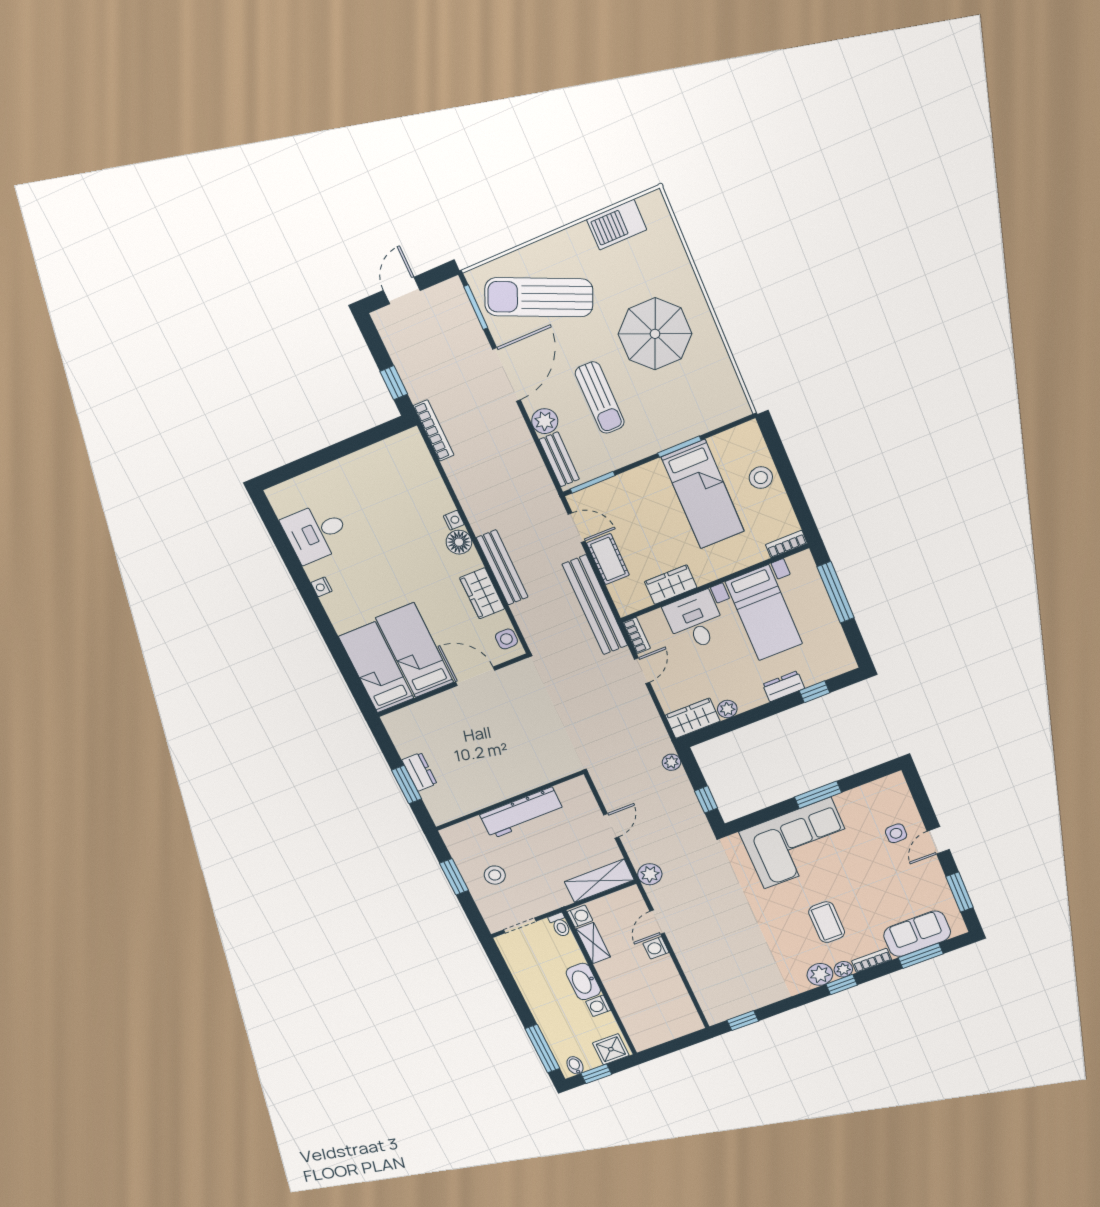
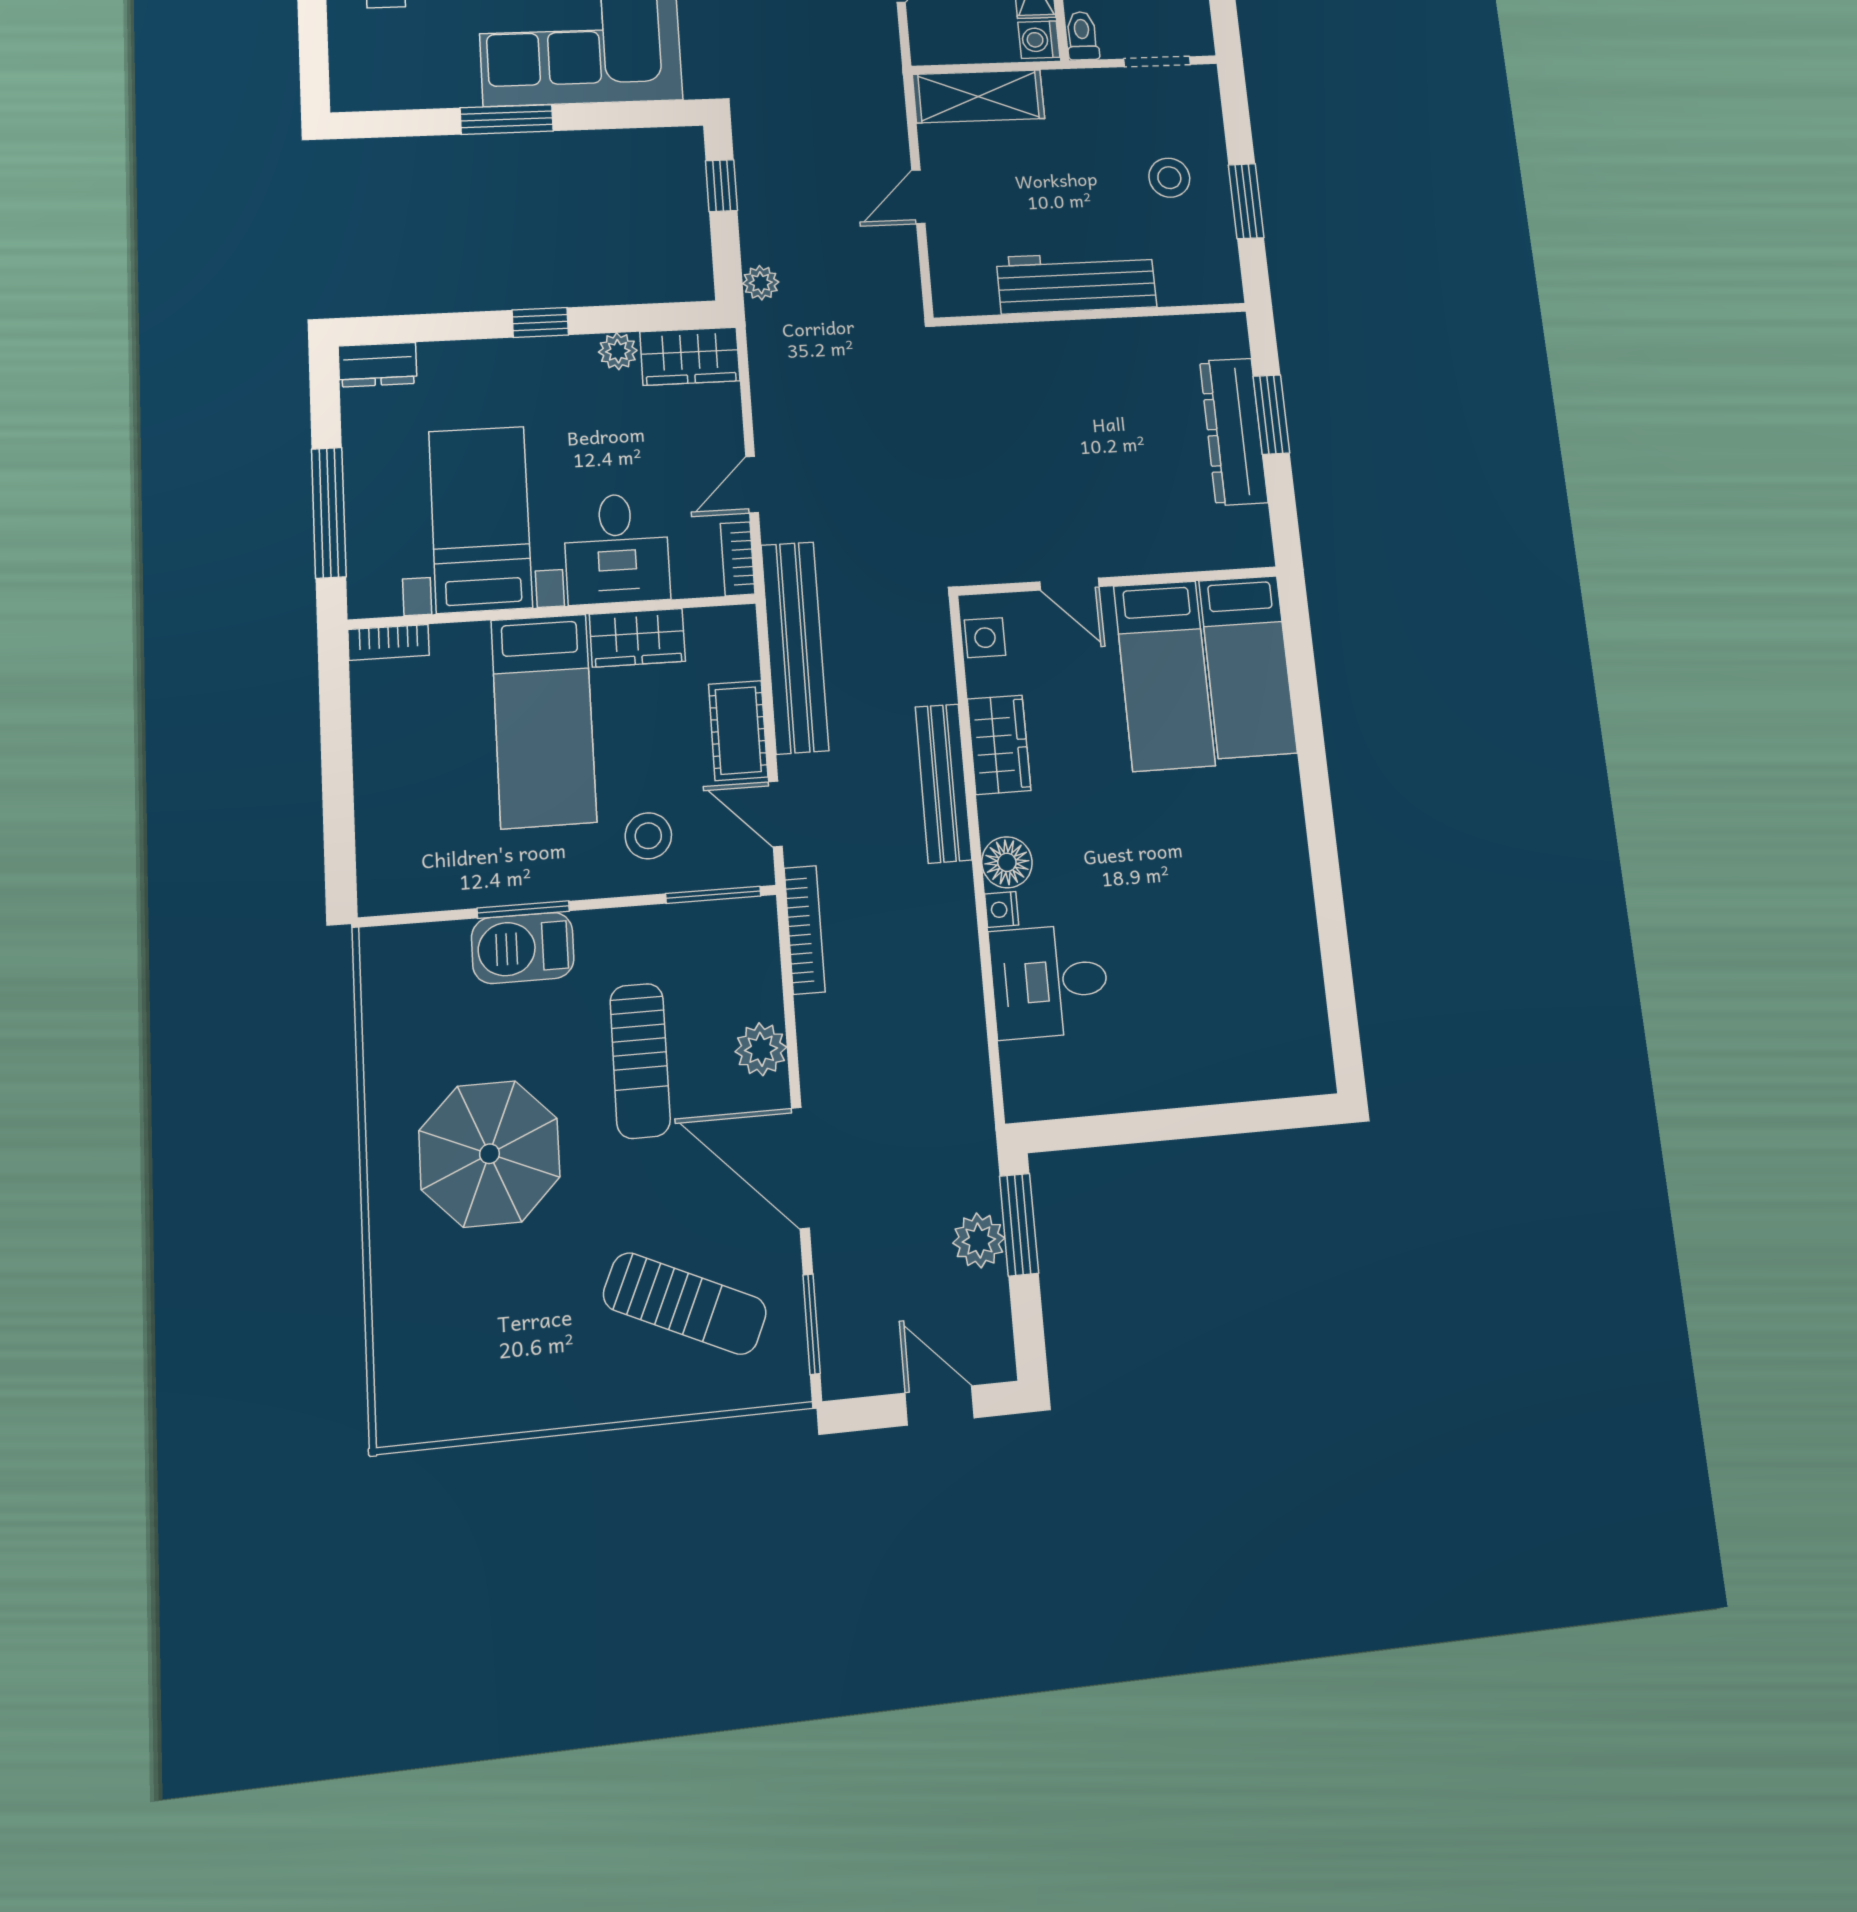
barbecue: (617, 225) -> (523, 948), moved, turned 180
door: (402, 291) -> (940, 1405), swing flipped
sun lounger: (539, 297) -> (685, 1304), width x0.73, depth x0.75
door: (507, 375) -> (800, 1168), hinge flipped
window: (394, 383) -> (1019, 1225), width x1.50
sun lounger: (600, 398) -> (640, 1061), turned 180
bookcase: (434, 431) -> (805, 930), moved, turned 180
bench: (559, 459) -> (760, 963), removed
stool: (761, 478) -> (648, 836), moved
bed: (703, 494) -> (544, 721), moved, turned 180
desk: (316, 533) -> (1050, 981), moved, turned 180
nightstand: (321, 587) -> (1295, 862), removed
door: (475, 676) -> (1069, 584), width x0.73
dresser: (784, 686) -> (378, 365), moved
window: (815, 692) -> (540, 322), moved
dresser: (419, 772) -> (1234, 432), width x1.96, depth x1.24
plant: (650, 874) -> (979, 1240), moved

